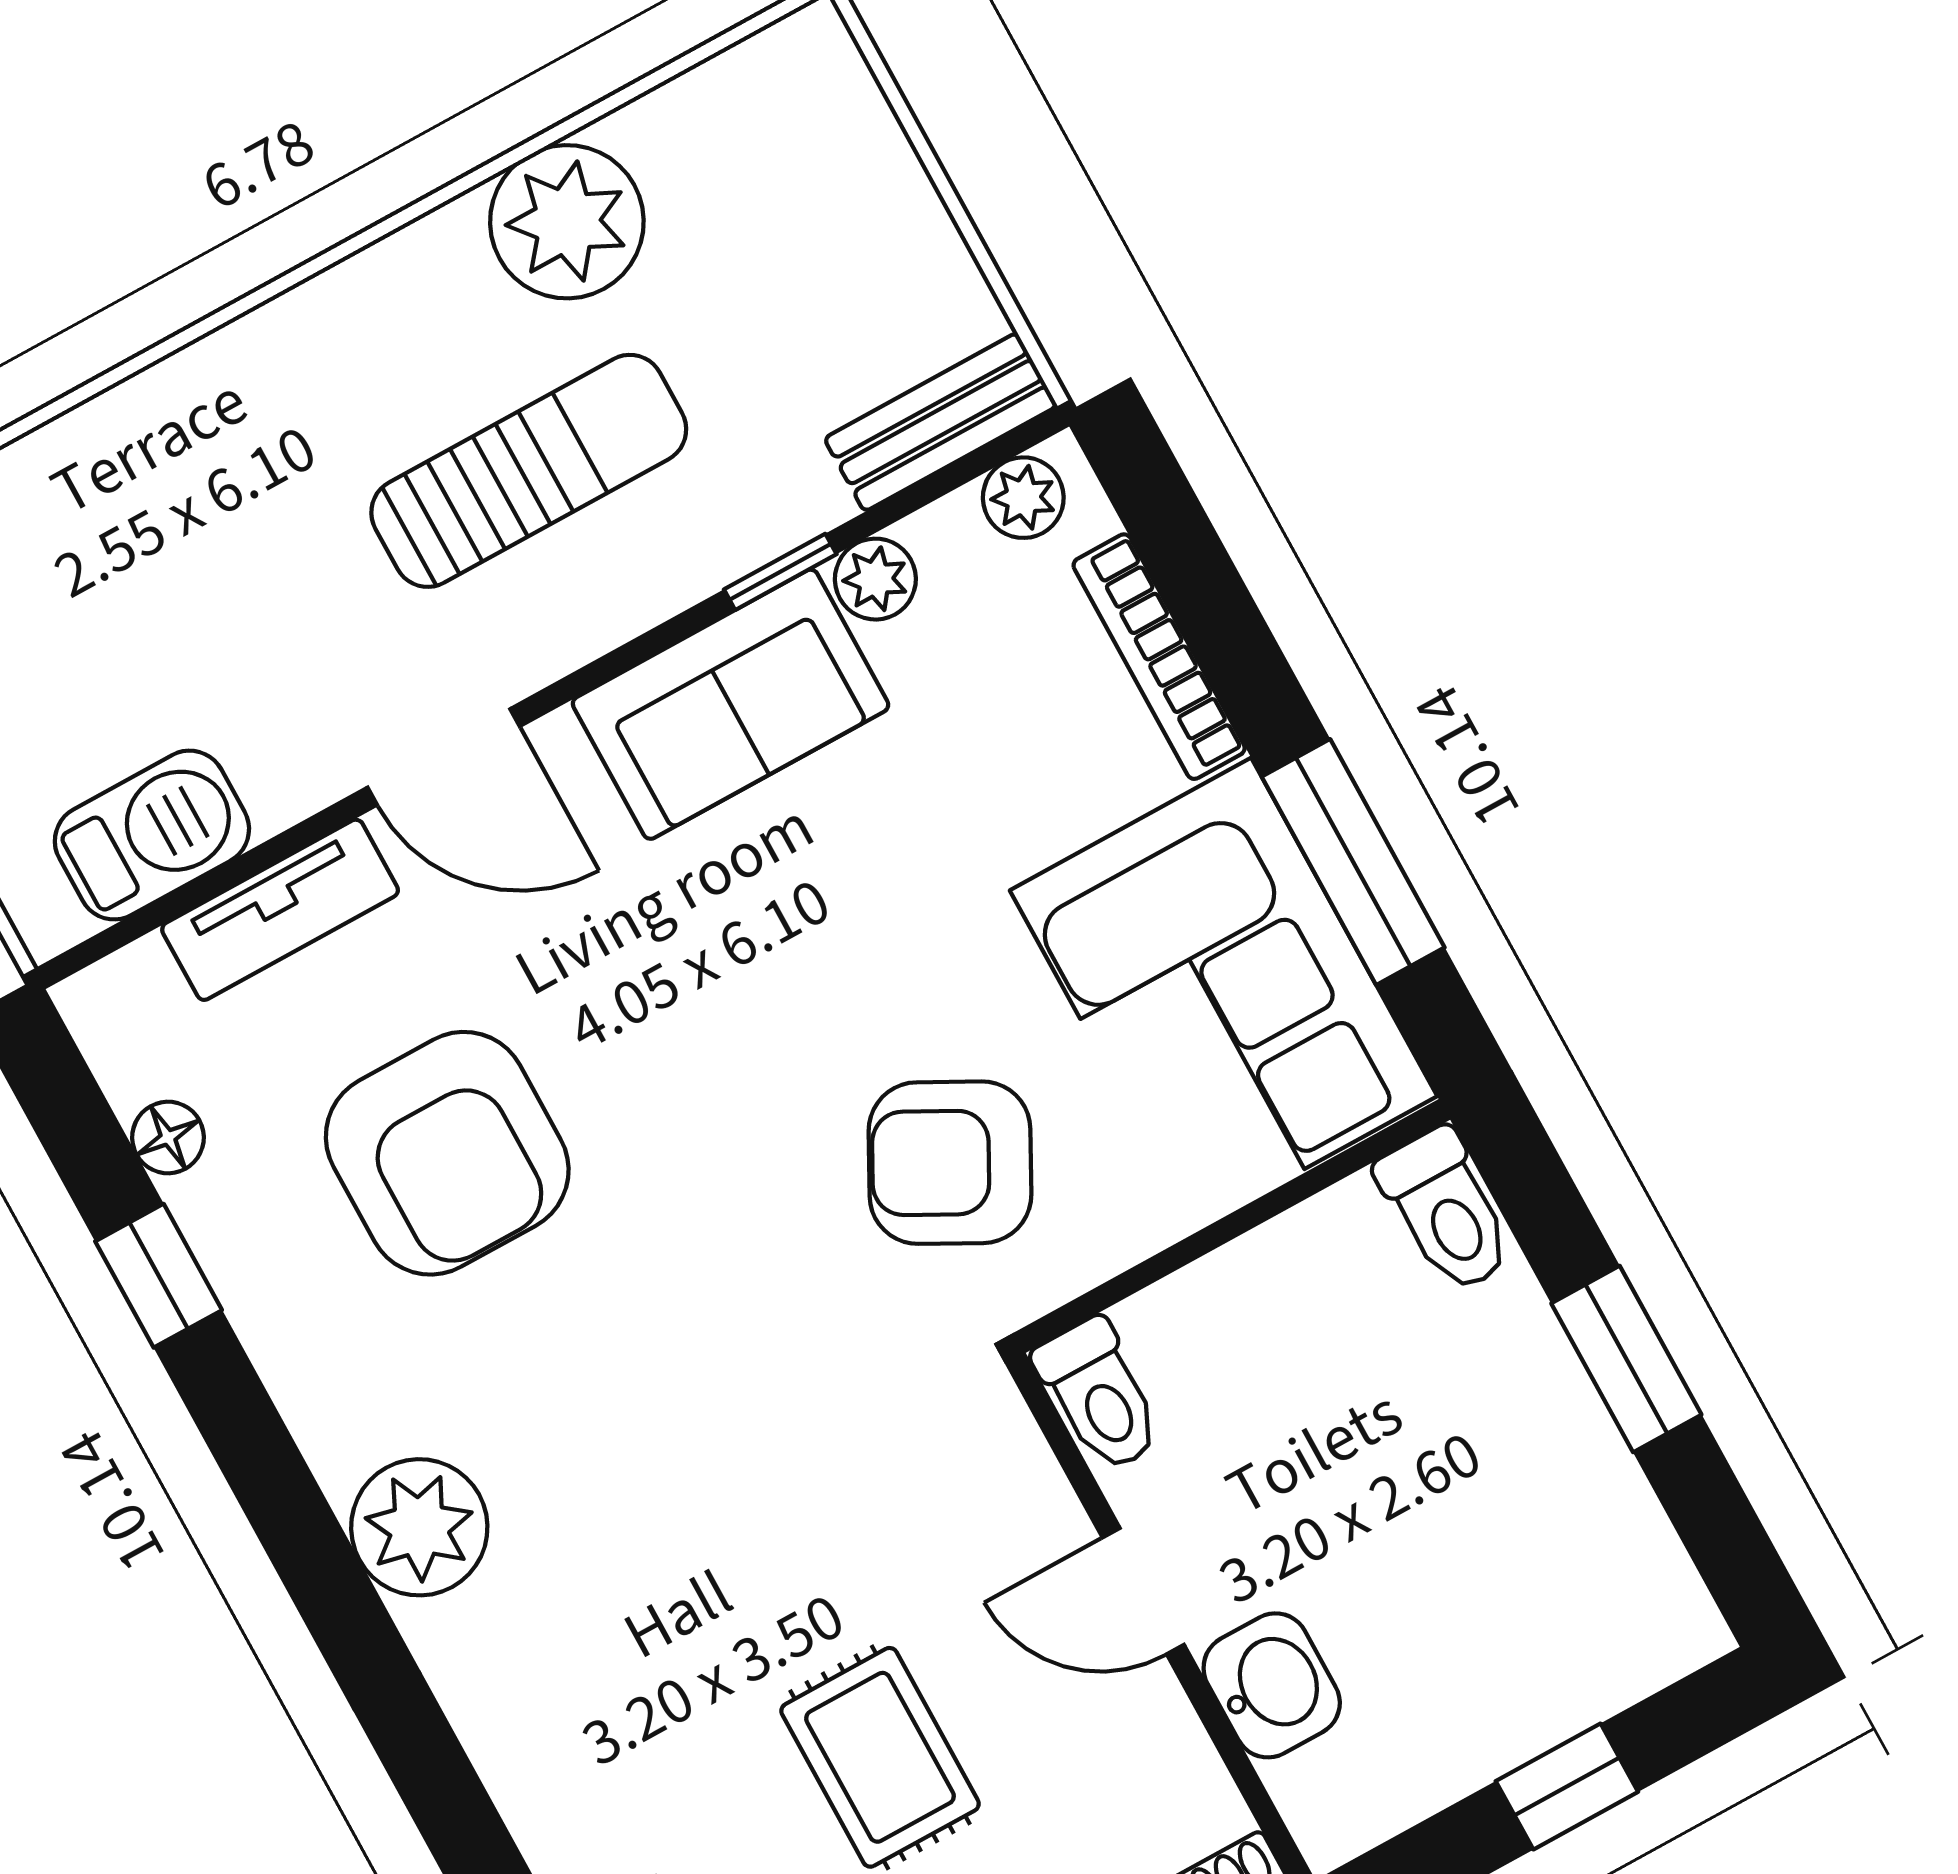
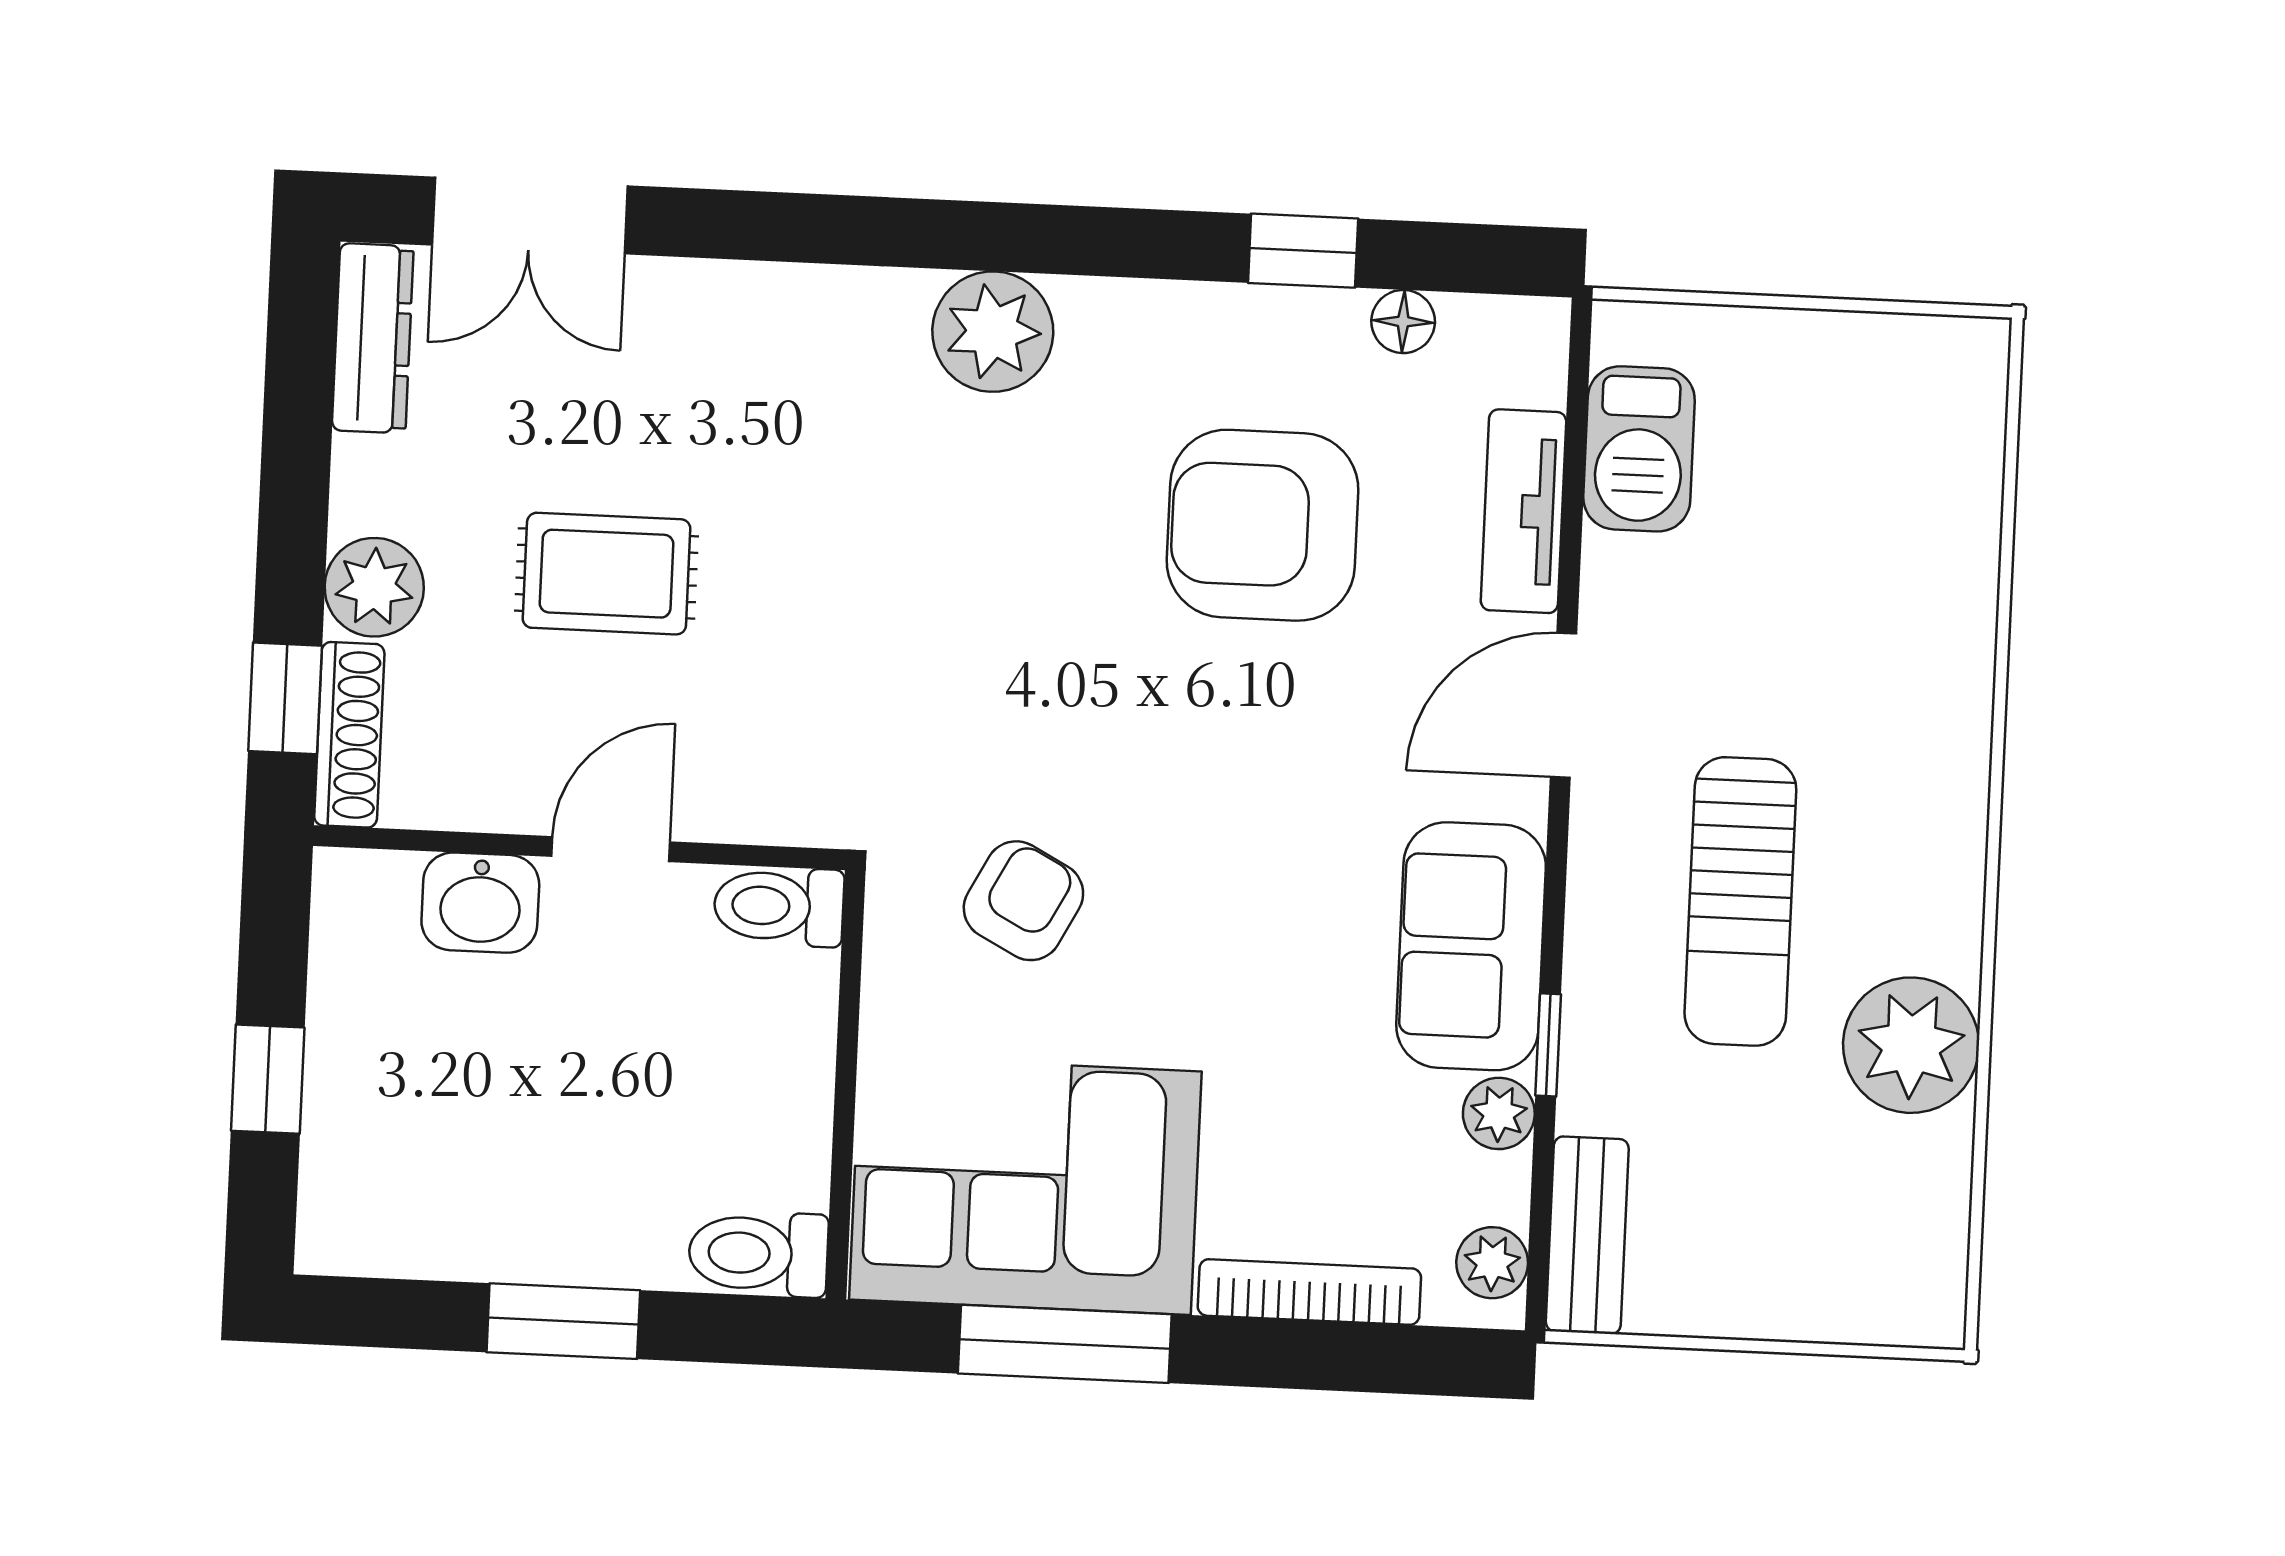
armchair: (950, 1163) -> (1023, 901), width x0.72, depth x0.72

